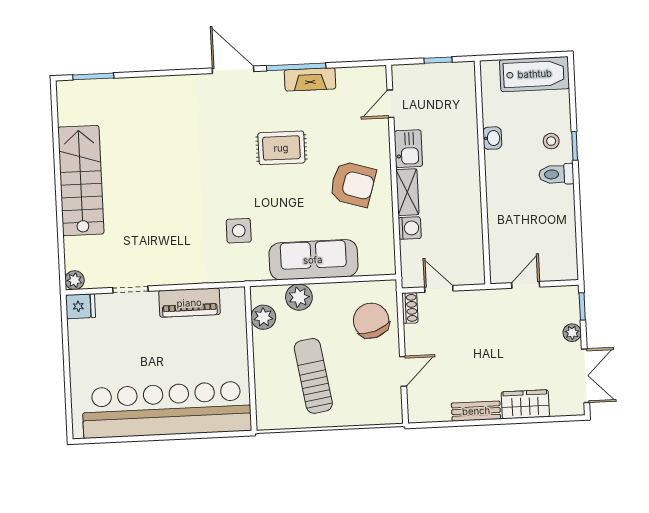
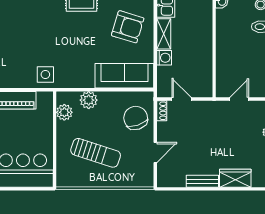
side table: (239, 231) -> (45, 74), moved
sofa: (313, 260) -> (124, 76), moved
sun lounger: (313, 376) -> (96, 153), turned 117

